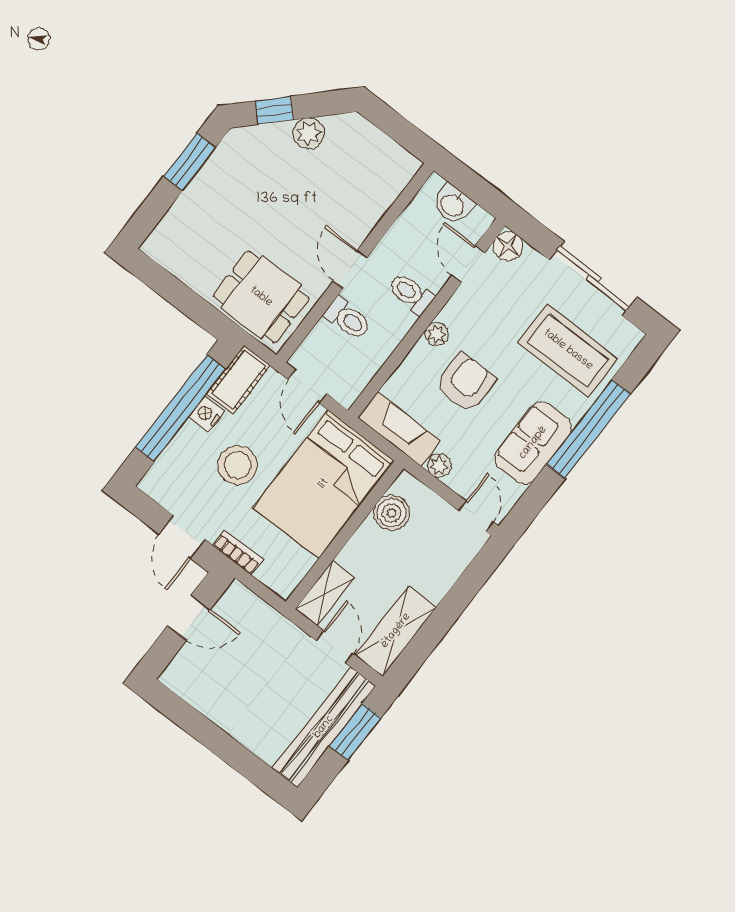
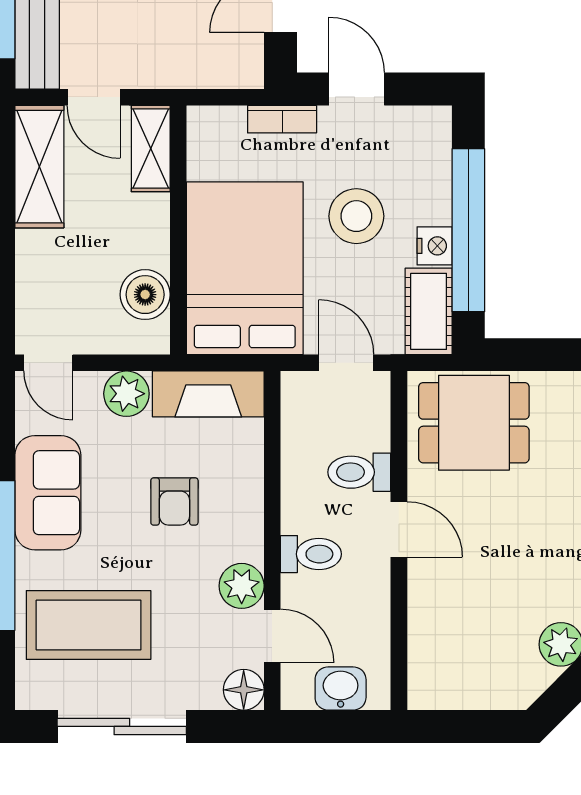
plant: (437, 334) -> (242, 586), moved, width x1.38, depth x1.38
armchair: (465, 383) -> (174, 502), width x0.72, depth x0.72
plant: (439, 466) -> (126, 394), width x1.38, depth x1.38

